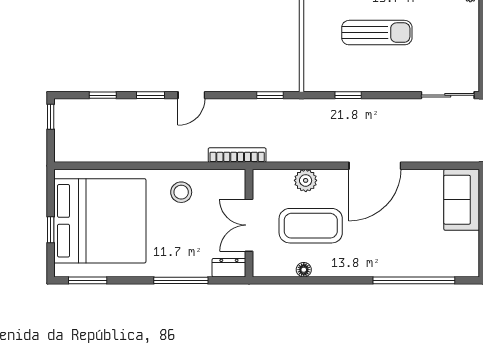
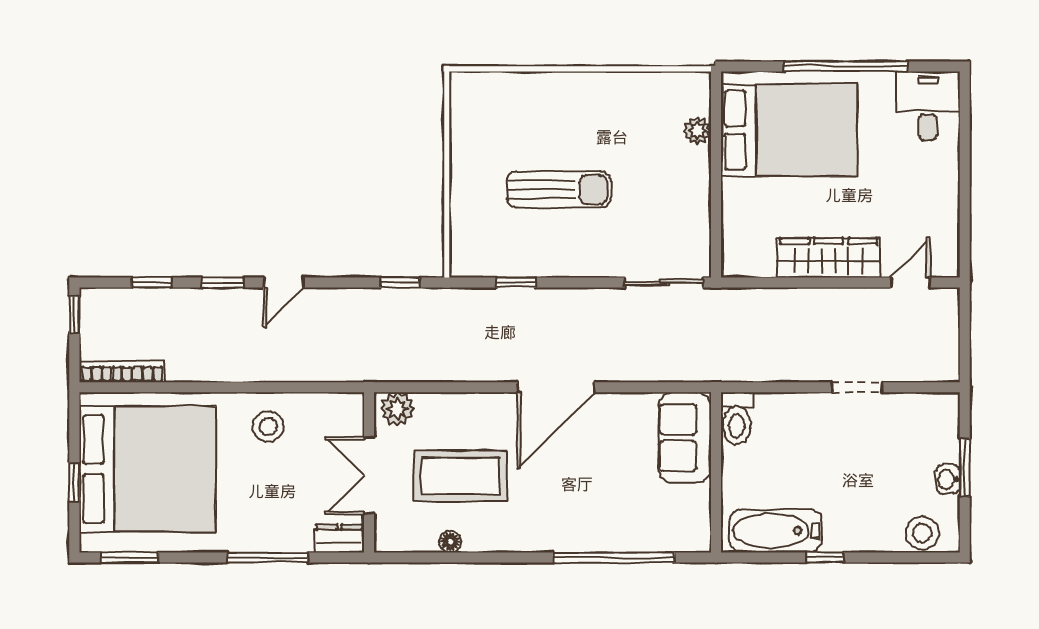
bookcase: (237, 155) -> (122, 371), moved
plant: (306, 180) -> (397, 409), moved

